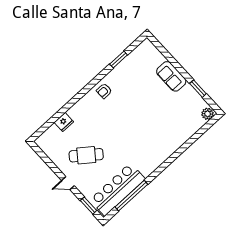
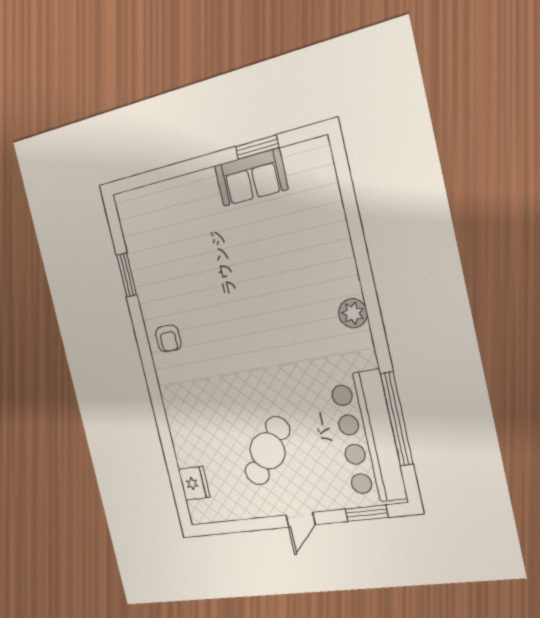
sofa: (171, 76) -> (251, 178), moved
plant: (208, 114) -> (353, 313), moved
fridge: (64, 122) -> (194, 483), moved

